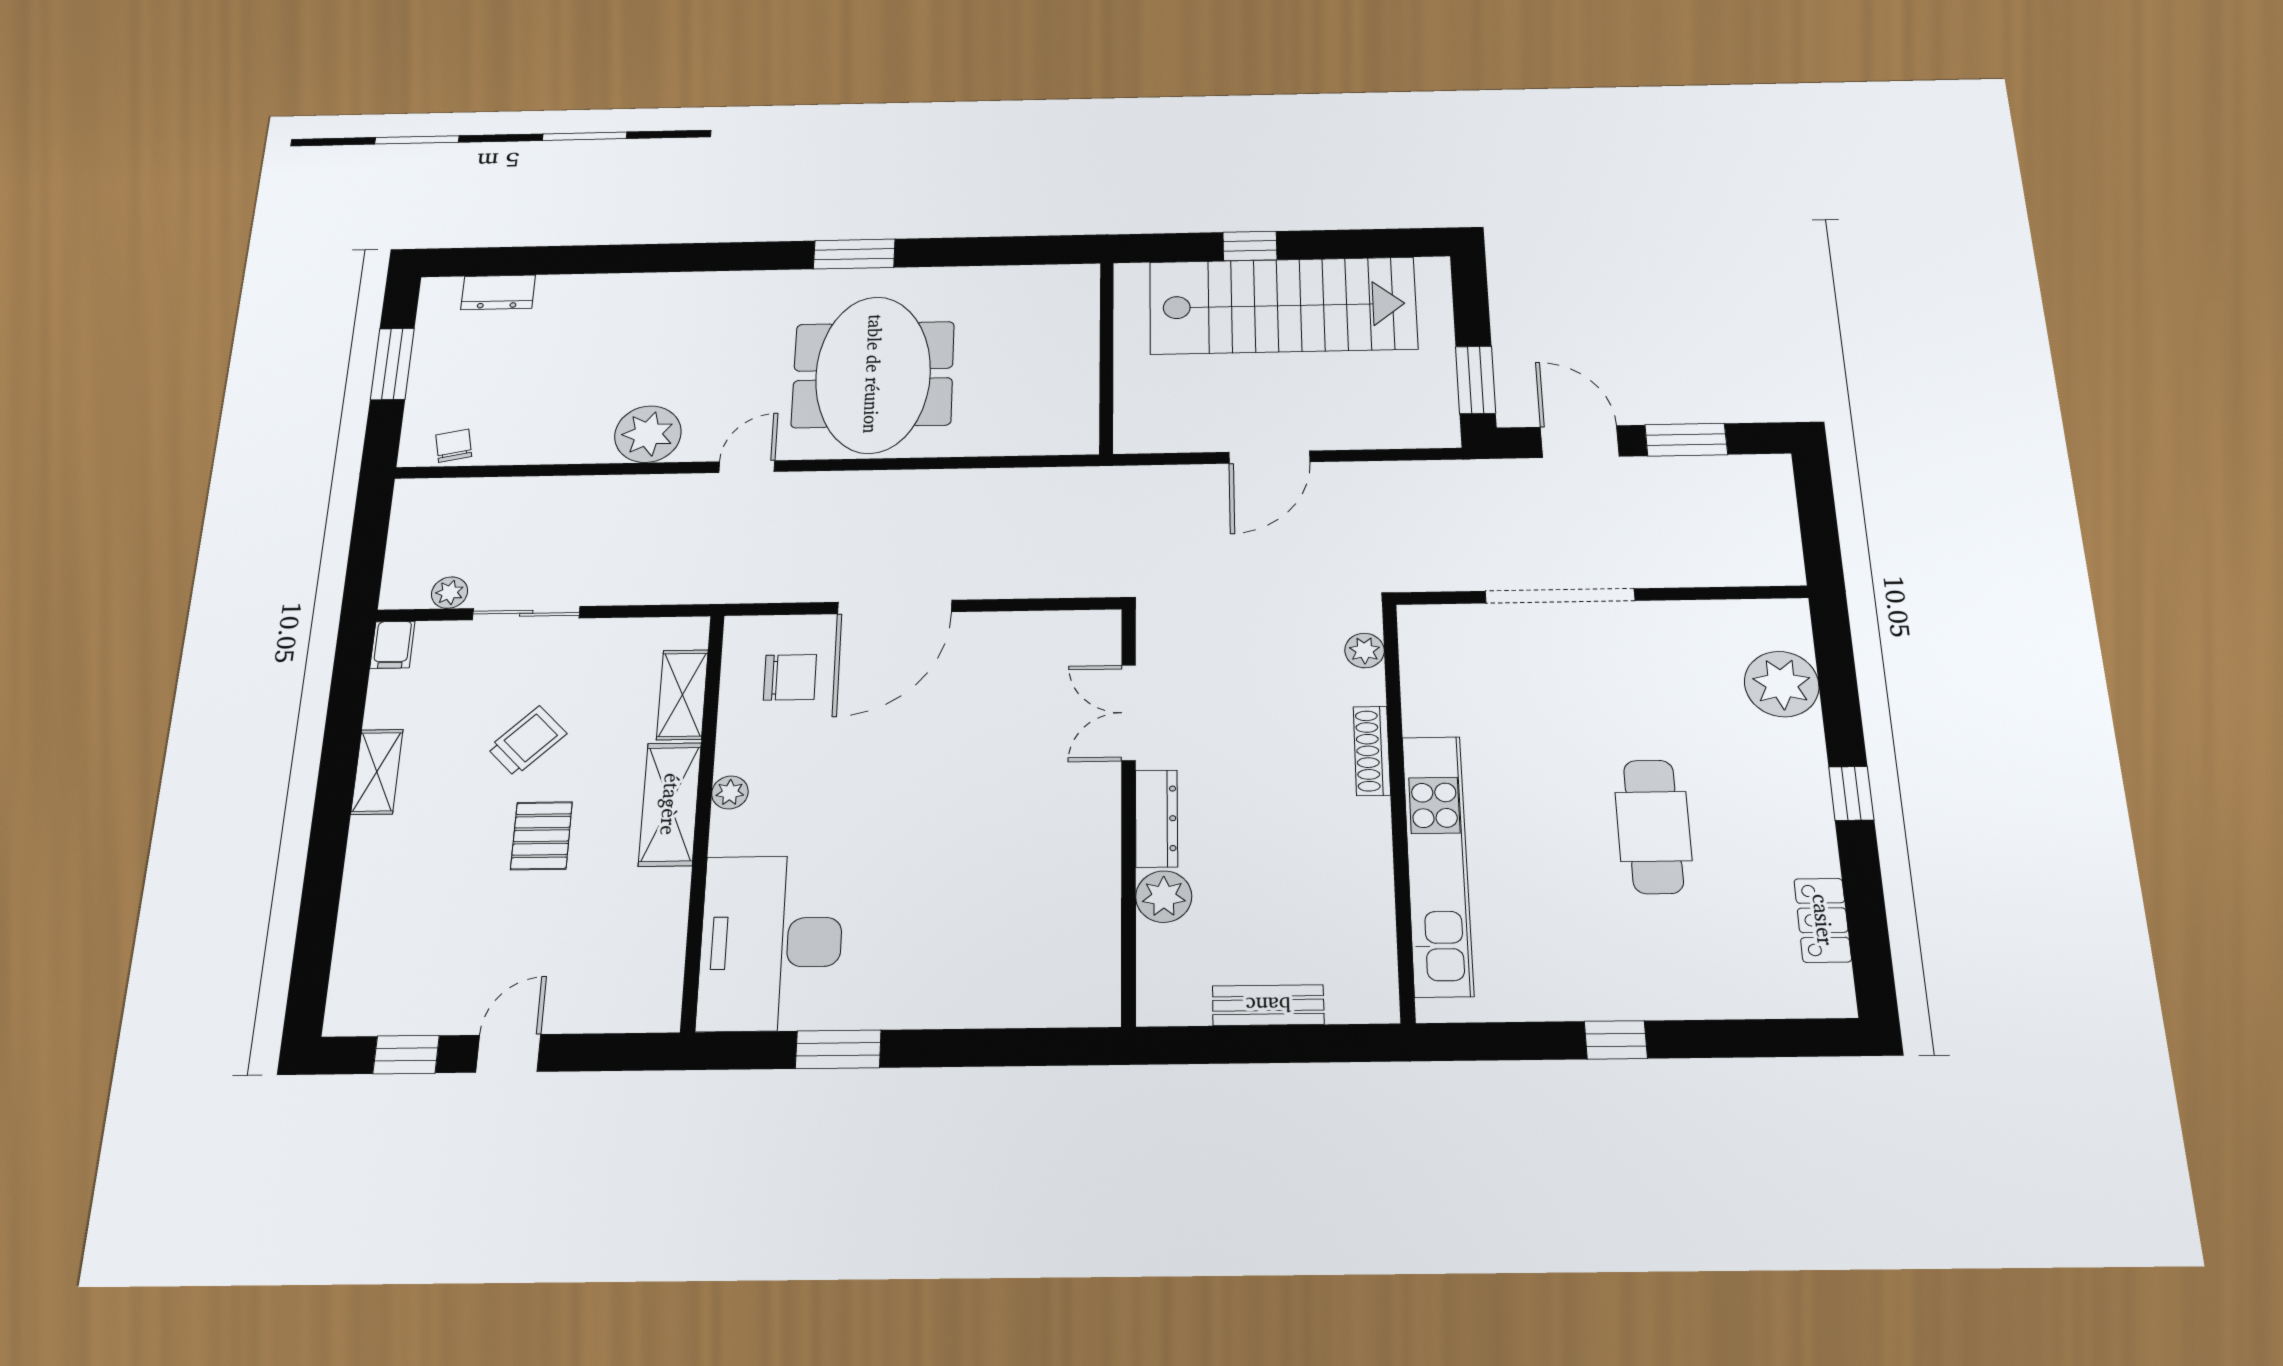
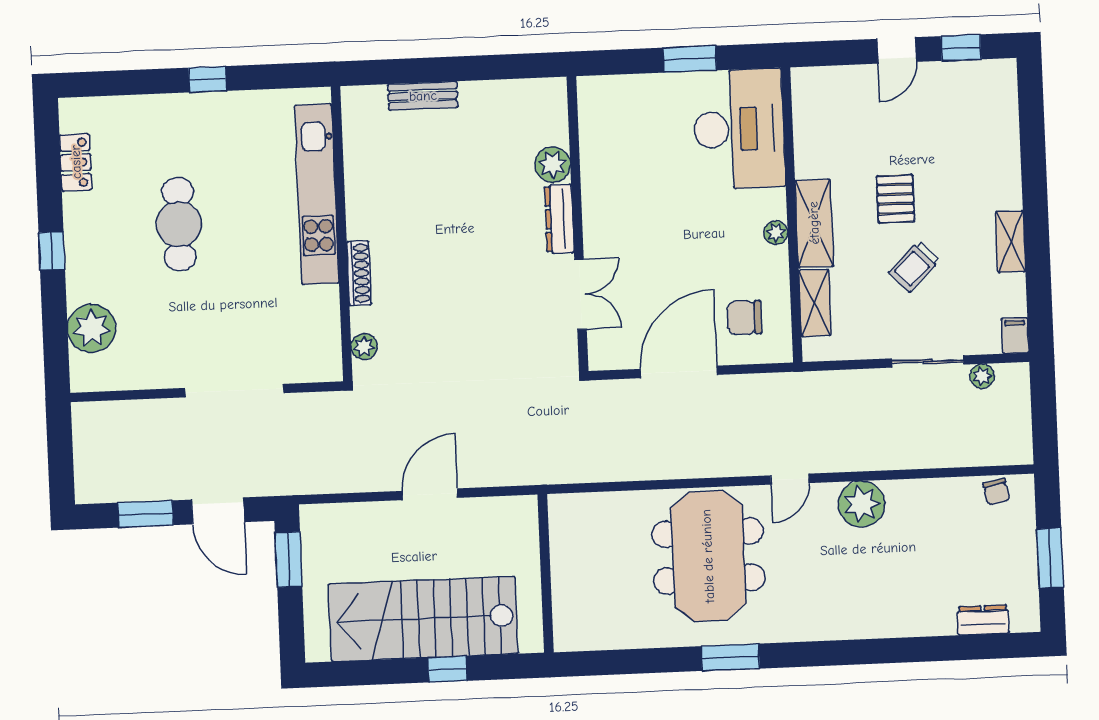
double door: (1129, 713) -> (580, 294), moved
wall: (1129, 811) -> (578, 224), moved
dresser: (1157, 818) -> (559, 219), moved
plant: (1164, 897) -> (553, 165), moved

